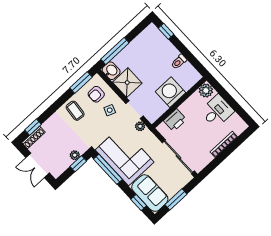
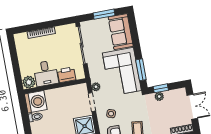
washing machine: (170, 92) -> (36, 102), moved, turned -90
desk: (217, 111) -> (46, 73), moved, turned -90
window: (108, 169) -> (141, 70), width x0.69
window: (139, 202) -> (134, 30), removed

